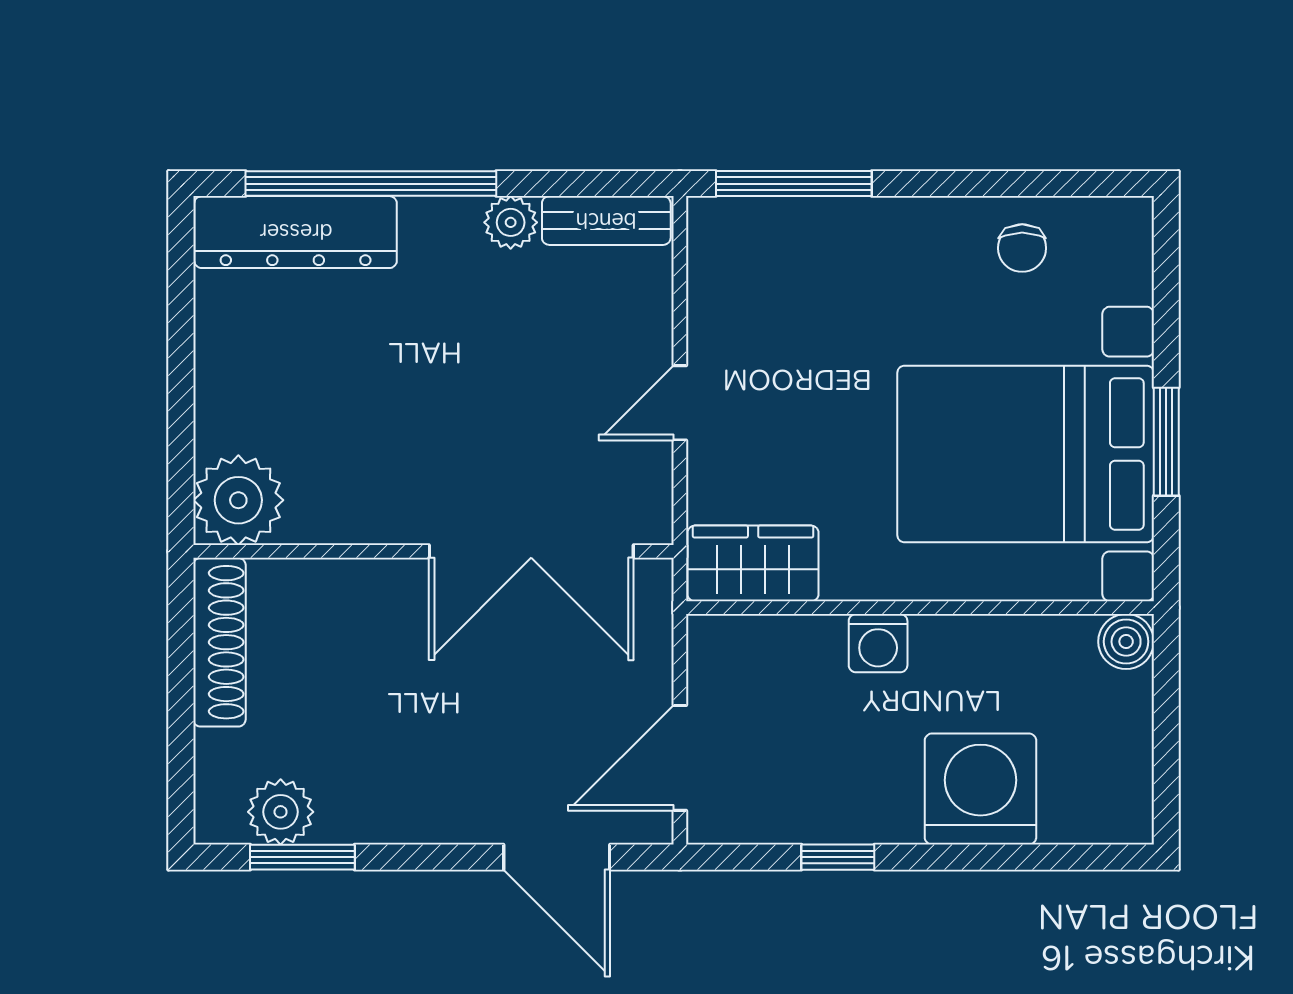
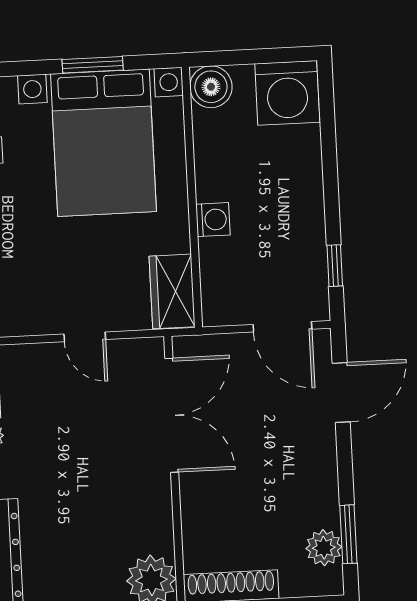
boiler: (1126, 642) -> (211, 87), width x1.36, depth x1.36
washing machine: (980, 789) -> (287, 93), moved, turned -90
window: (838, 857) -> (335, 266), moved

